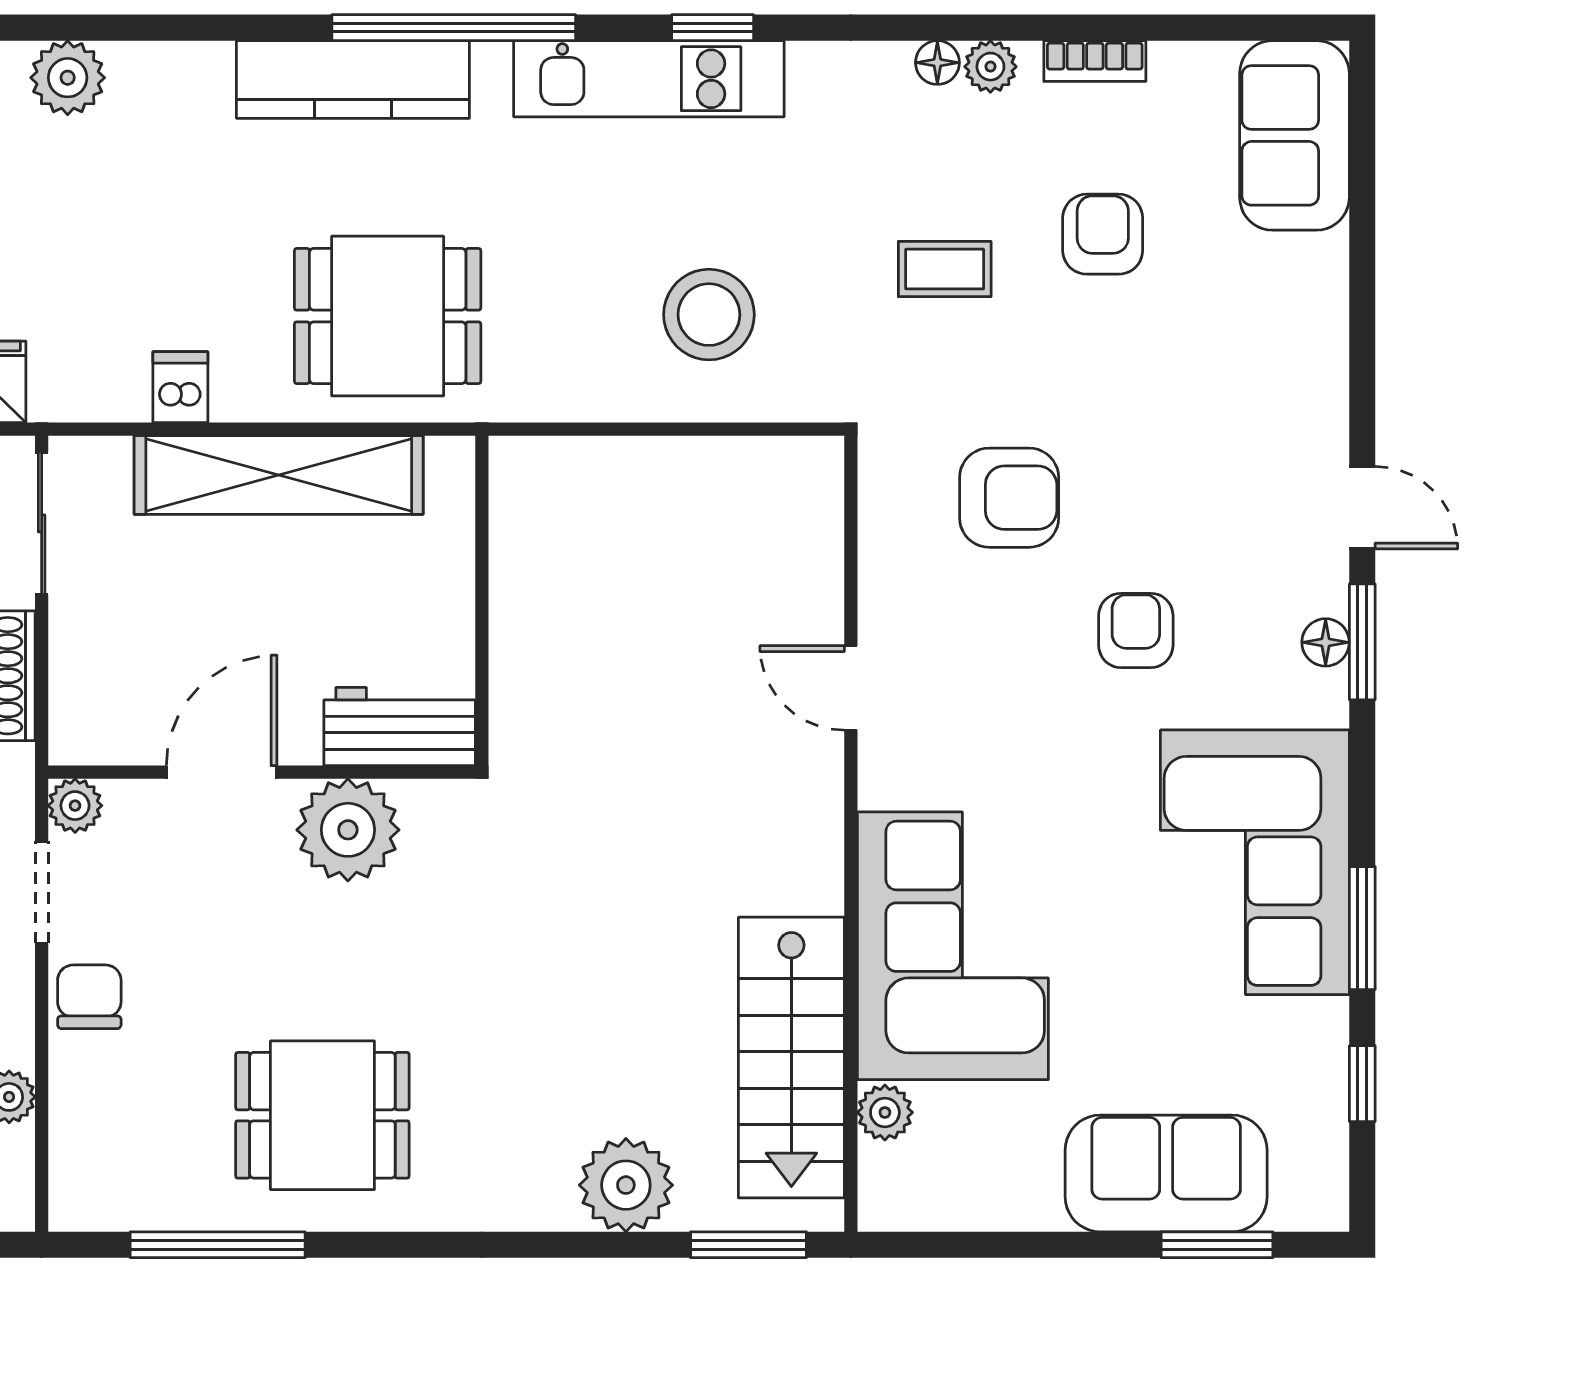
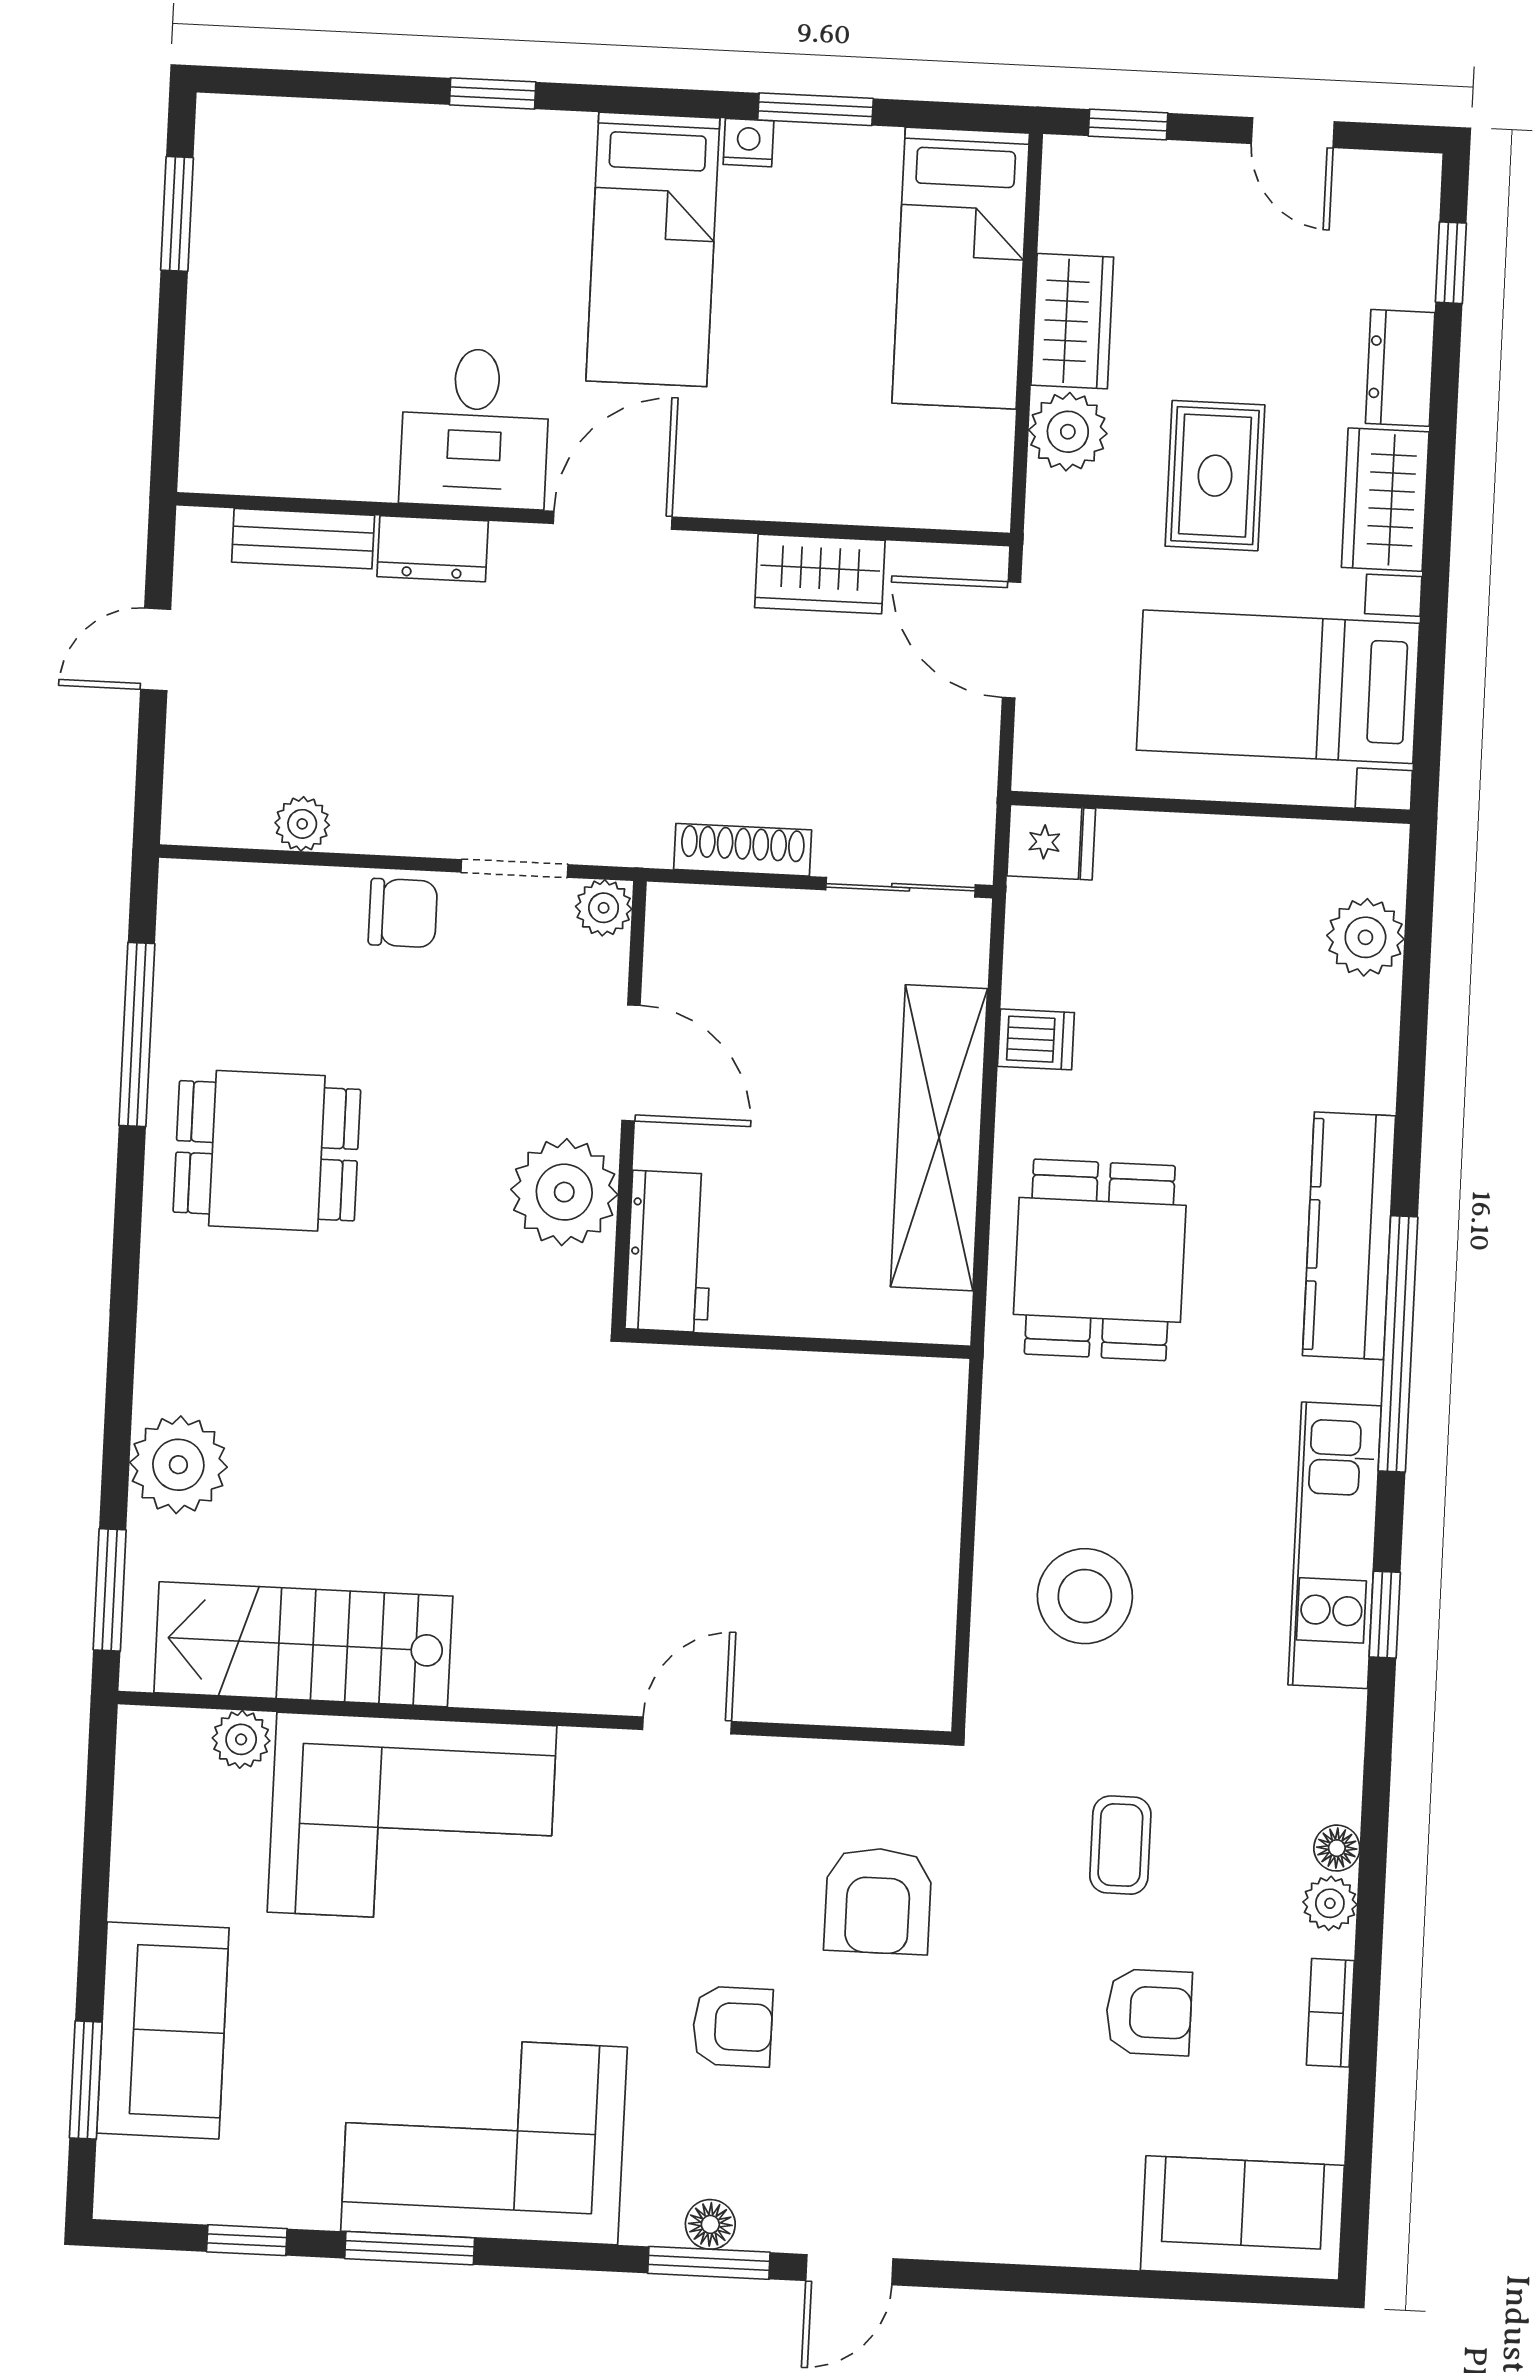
dining table: (322, 1115) -> (267, 1151), turned 90

